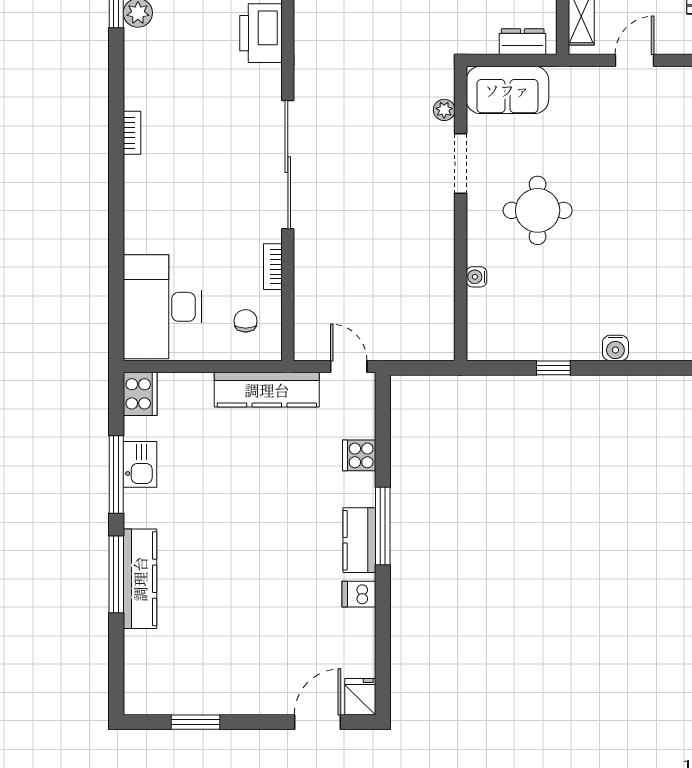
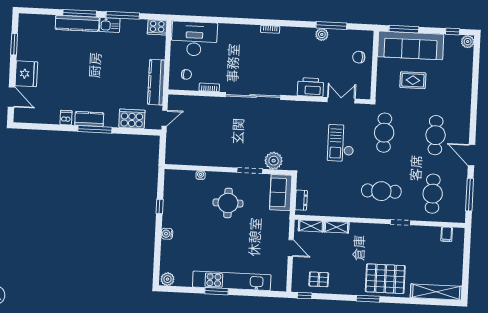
plant: (444, 110) -> (274, 161), width x1.88, depth x1.88
cooker: (359, 455) -> (132, 119), width x1.87, depth x1.31
kitchen sink: (140, 464) -> (110, 25), moved
fridge: (360, 697) -> (26, 74), moved, width x1.88, depth x1.34

